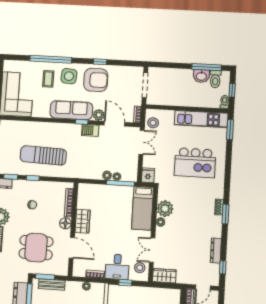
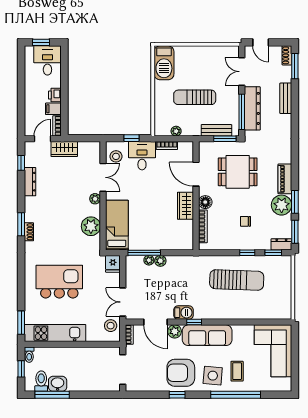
plant: (161, 222) -> (95, 199), moved
wardrobe: (164, 276) -> (64, 149), moved

